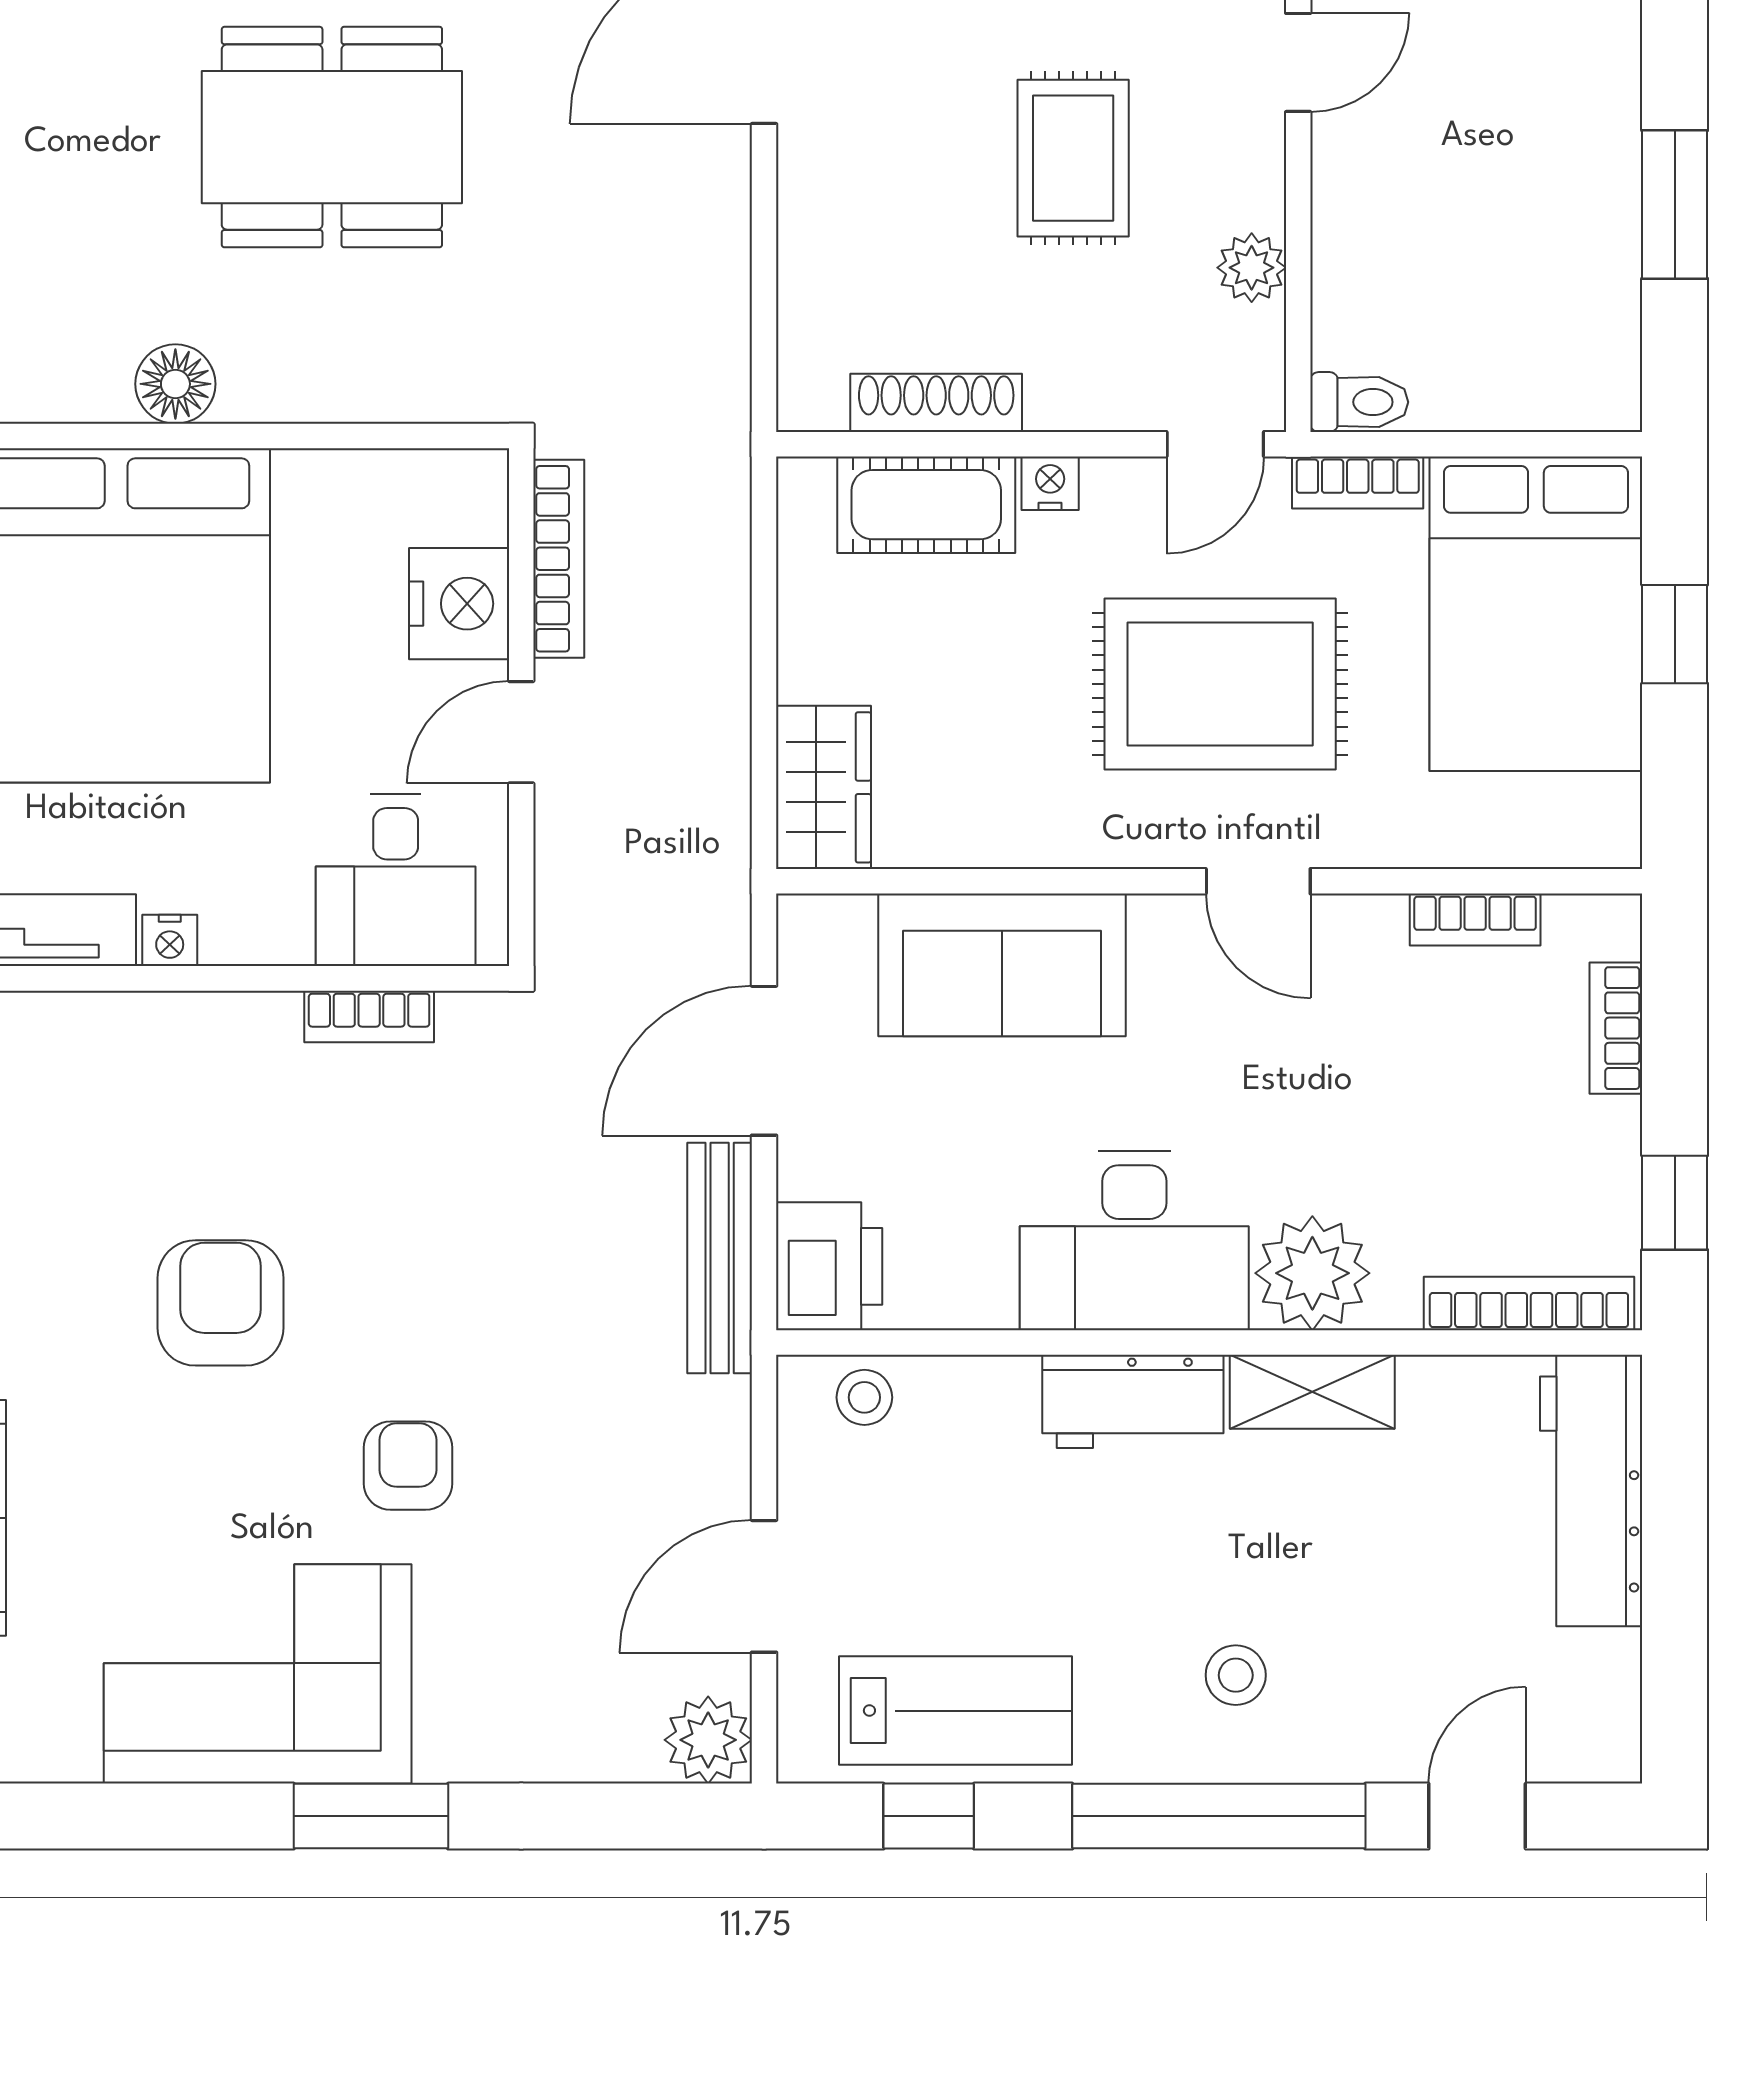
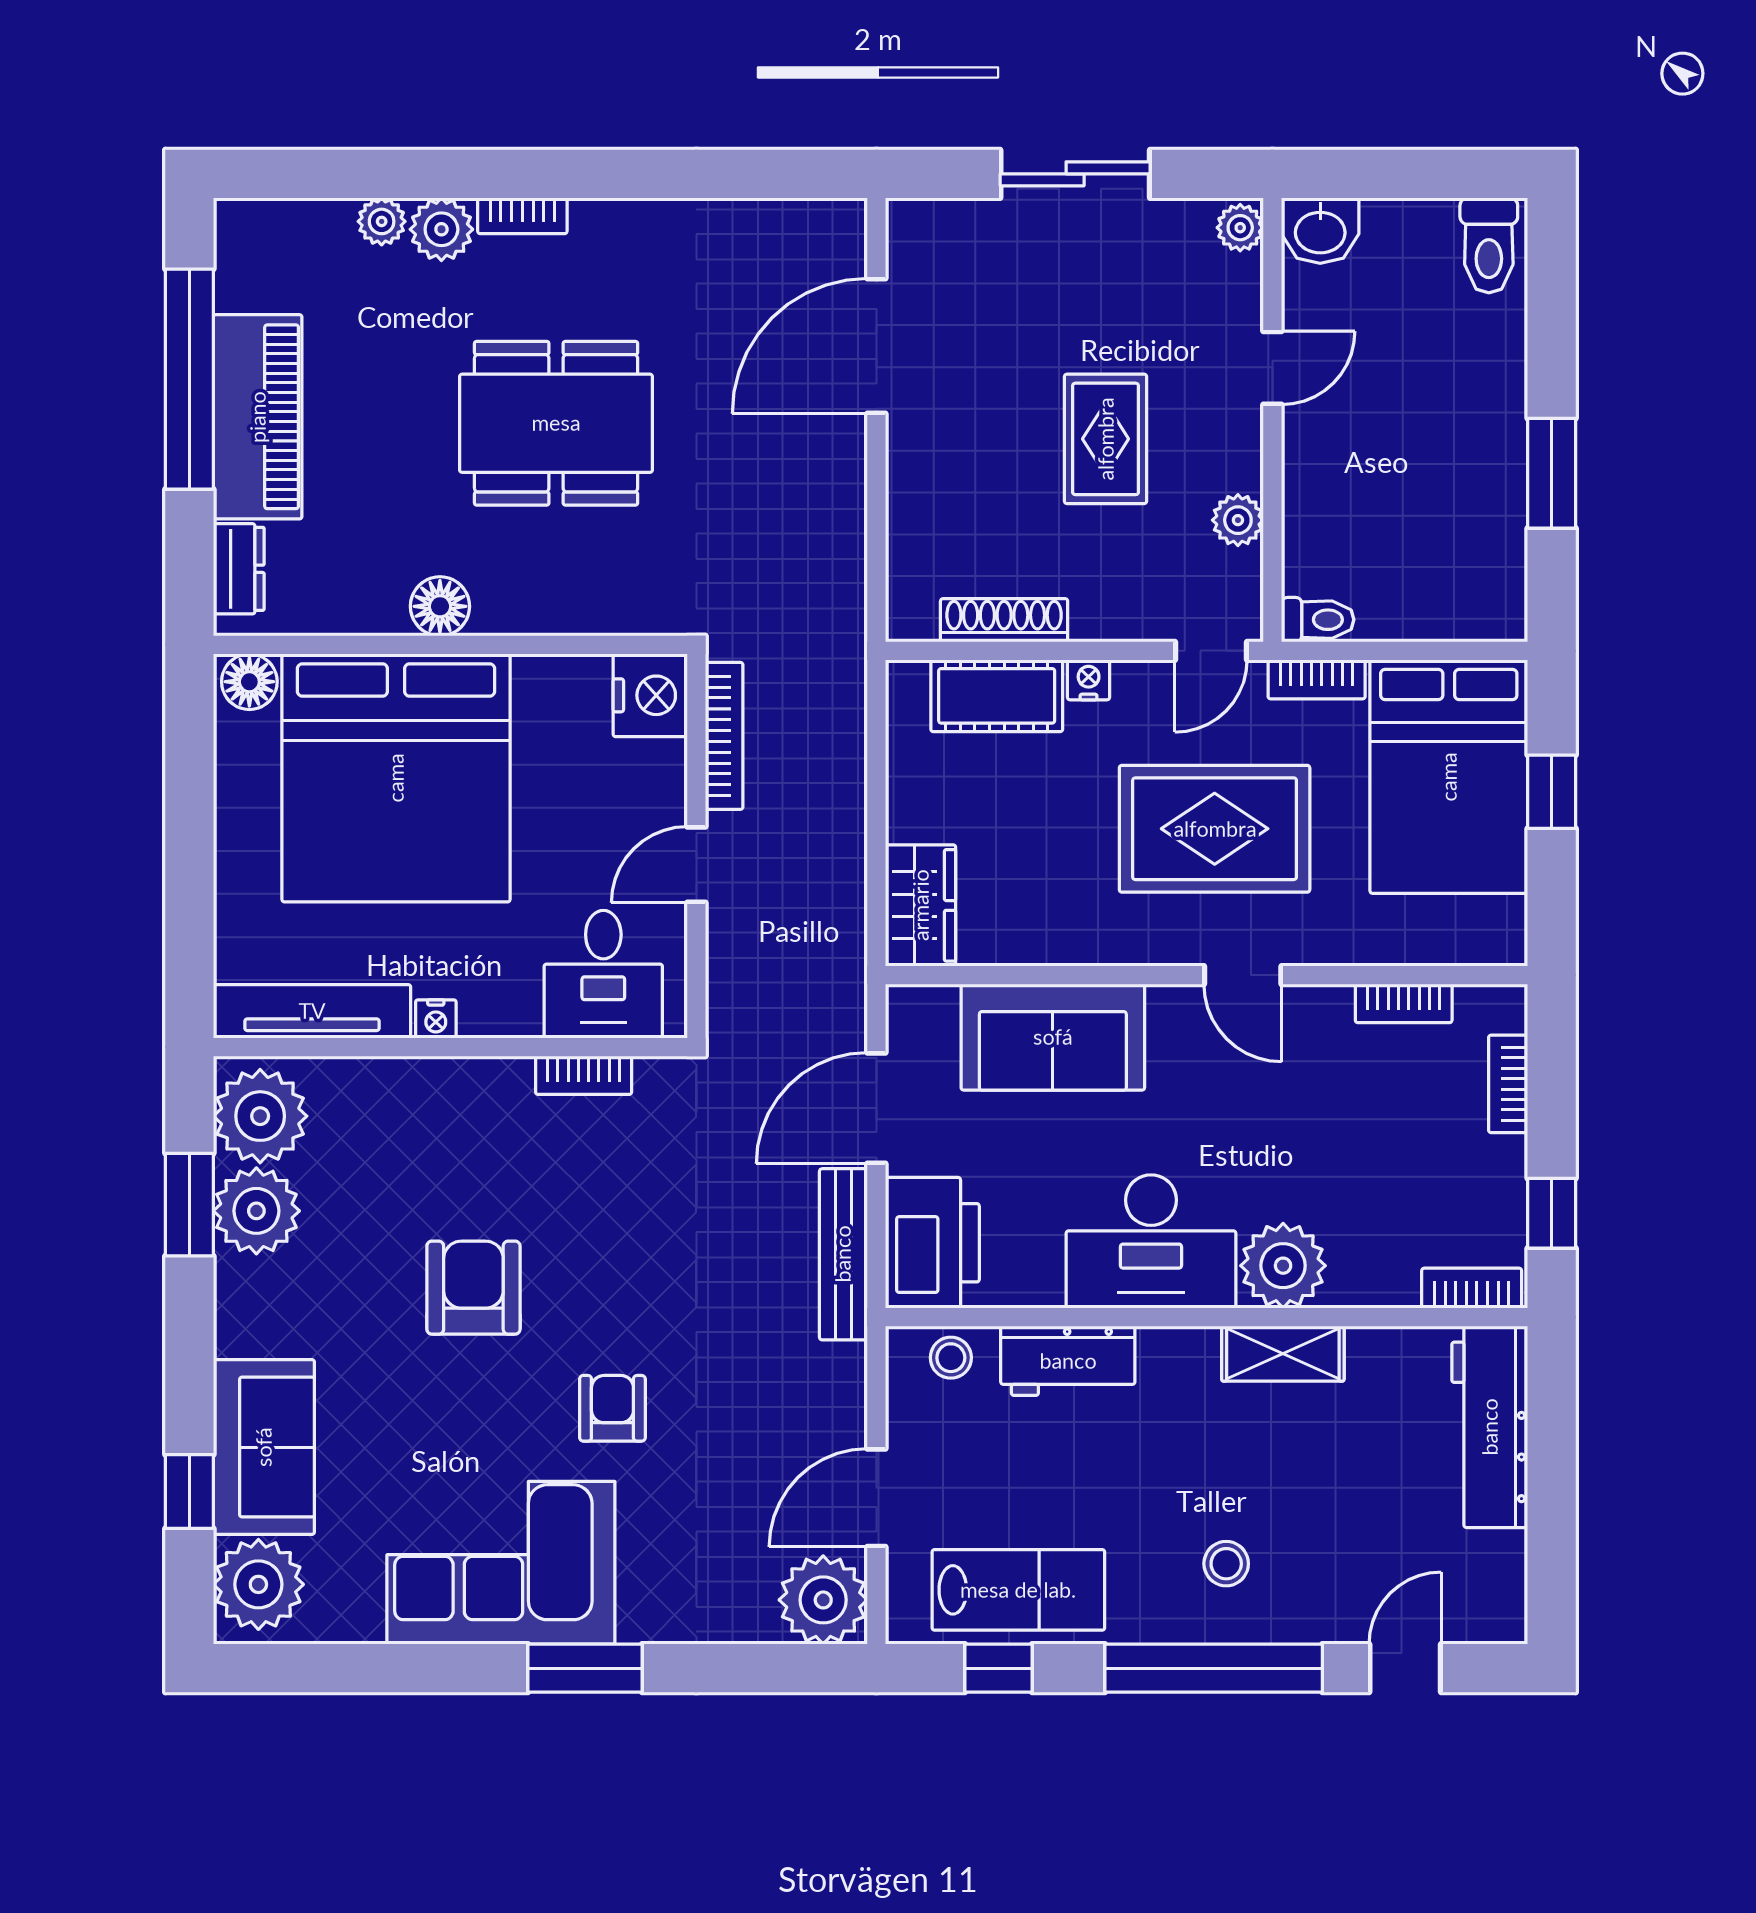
nightstand: (459, 604) -> (650, 695), moved
printer: (829, 1266) -> (932, 1243), width x1.37, depth x1.19
bookcase: (1529, 1304) -> (1472, 1288), width x0.64
workbench: (1133, 1401) -> (1068, 1361), moved
plant: (708, 1740) -> (823, 1600), width x1.36, depth x1.36

